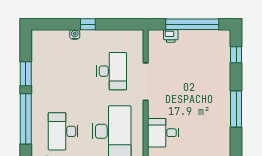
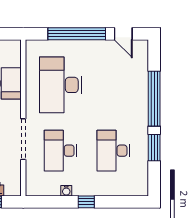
water cooler: (75, 34) -> (66, 191), moved
desk: (63, 131) -> (113, 151), moved, turned 180

